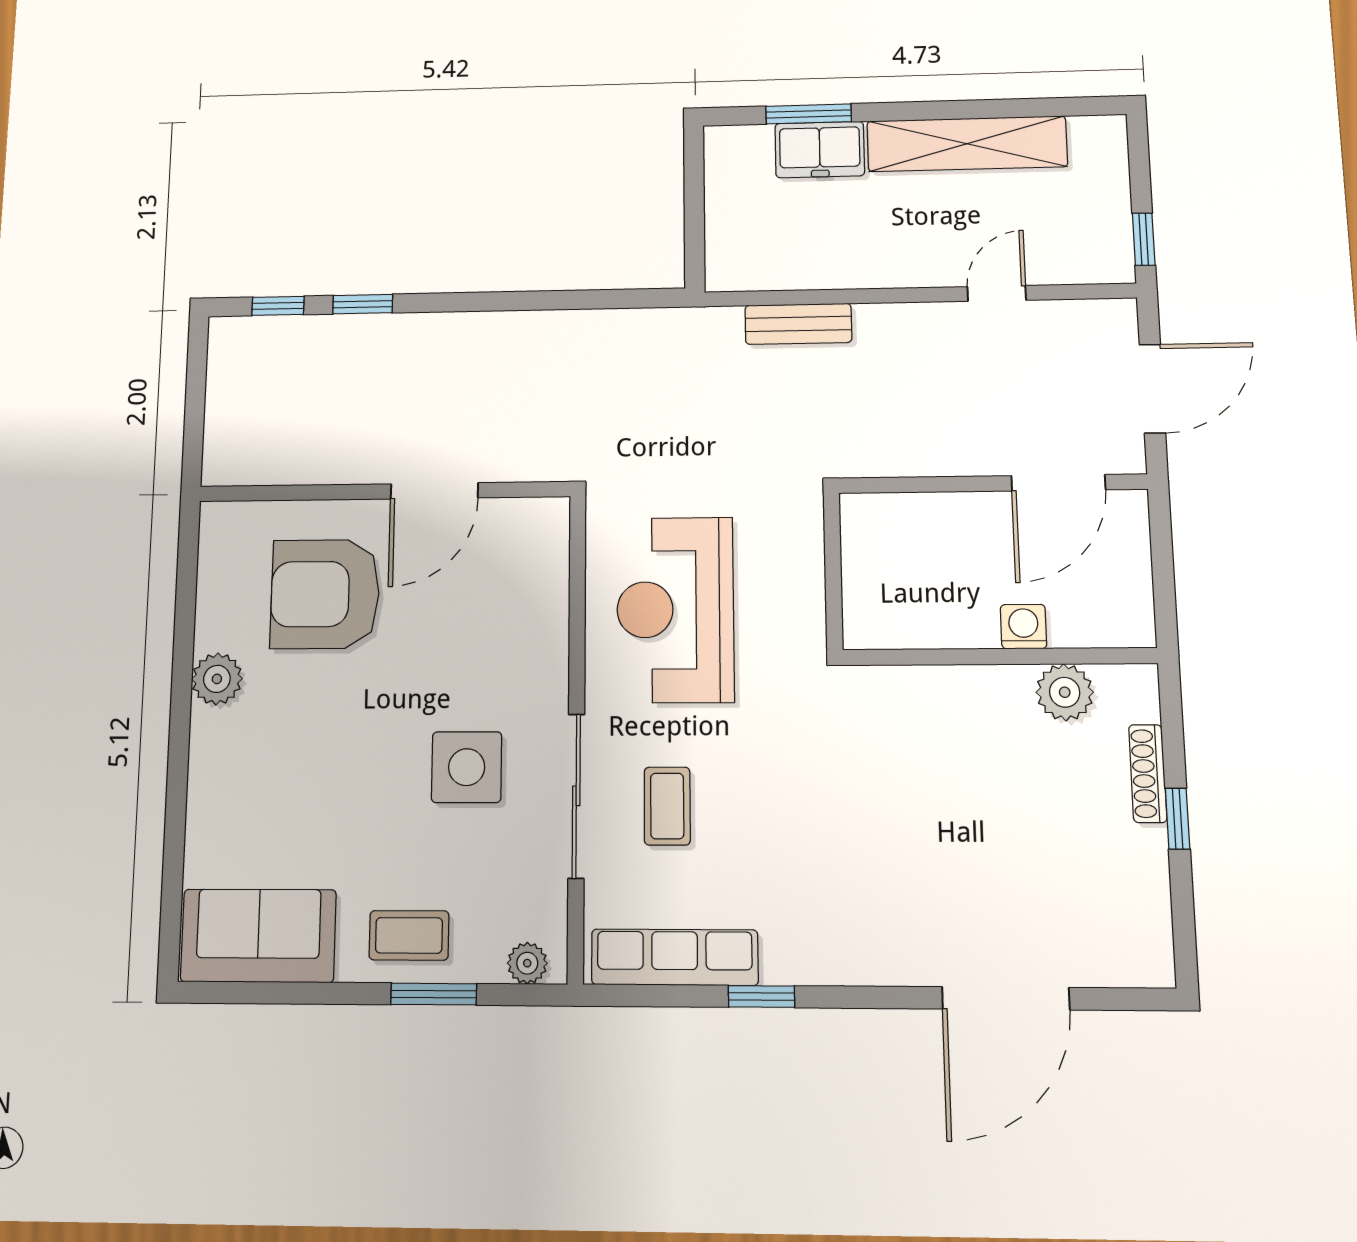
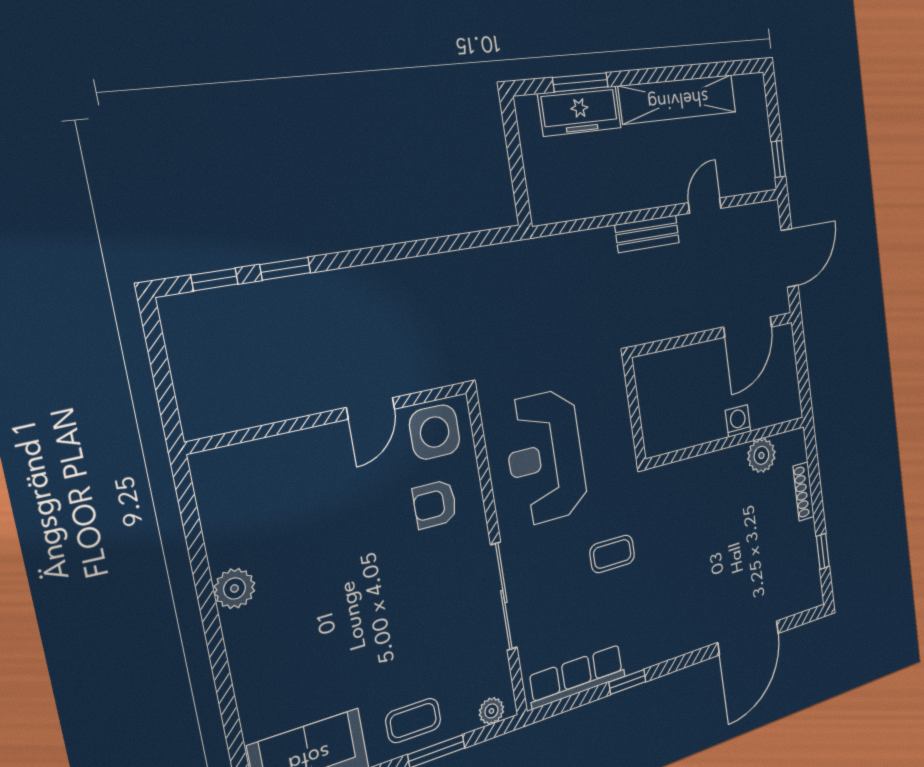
freezer: (820, 150) -> (580, 111), width x1.40
bench: (798, 324) -> (647, 234), moved
door: (434, 491) -> (371, 408), width x0.73
armchair: (325, 594) -> (435, 504), moved, width x0.53, depth x0.53
side table: (467, 767) -> (435, 432), moved
coffee table: (667, 806) -> (612, 554), moved, turned 90
window: (1178, 819) -> (823, 551), moved

